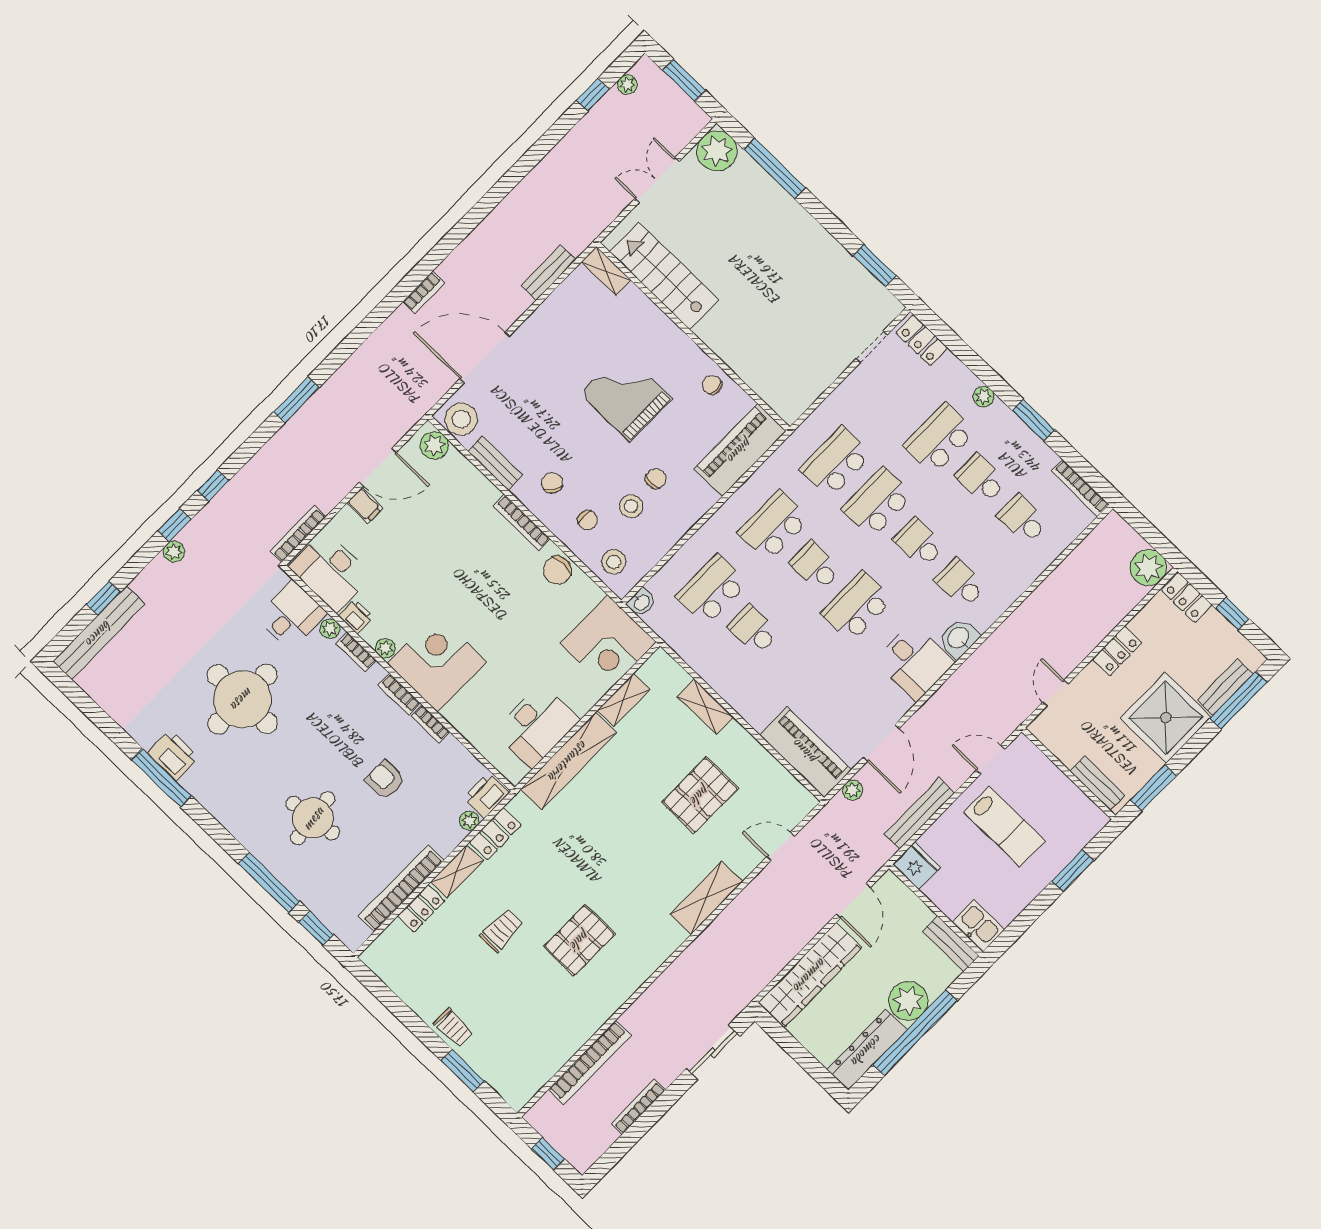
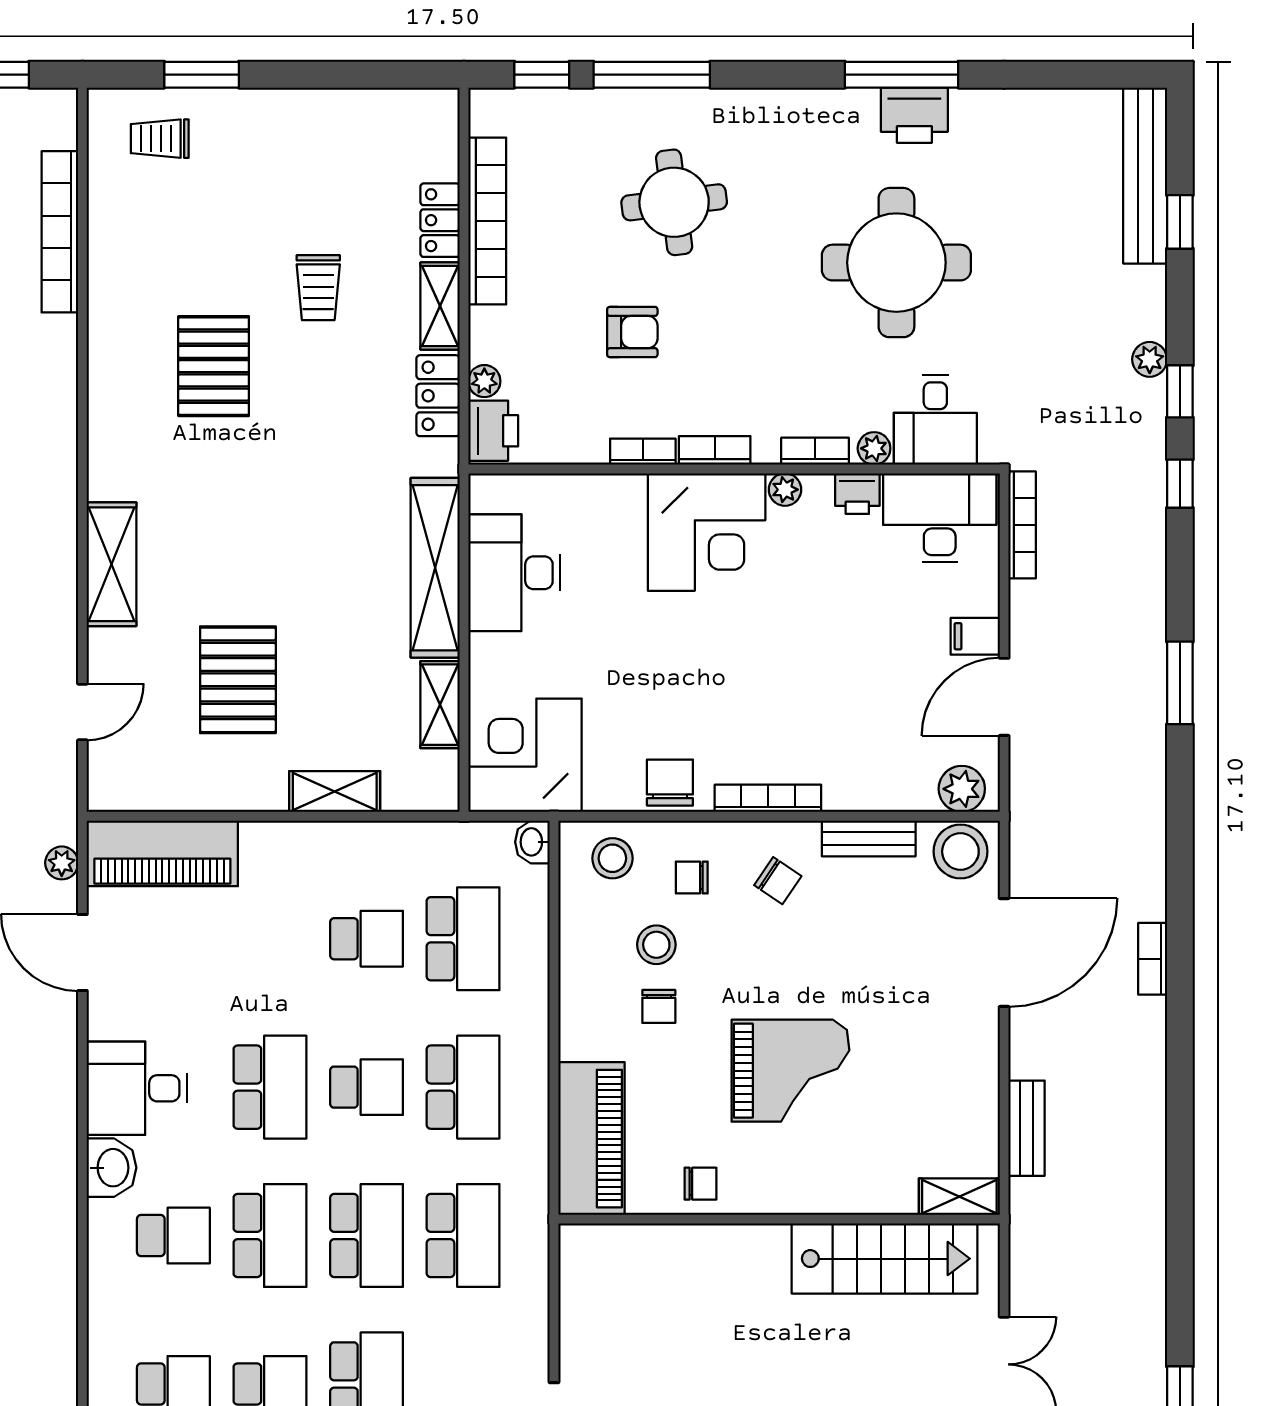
school desk: (919, 543) -> (270, 1236), width x1.85
trolley: (453, 1028) -> (160, 139), moved

